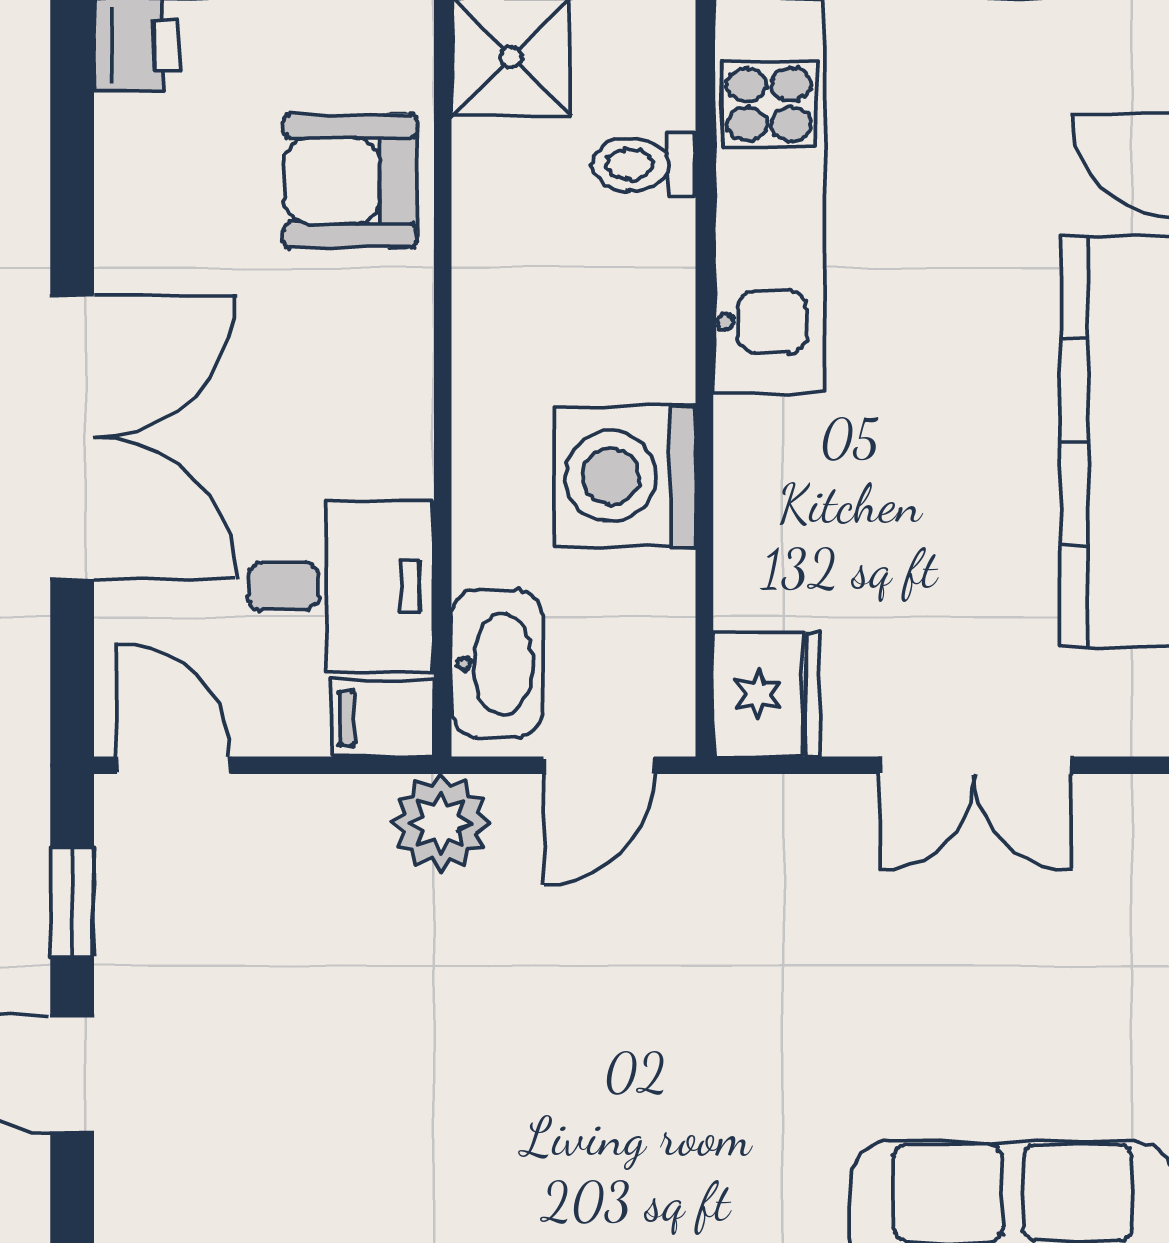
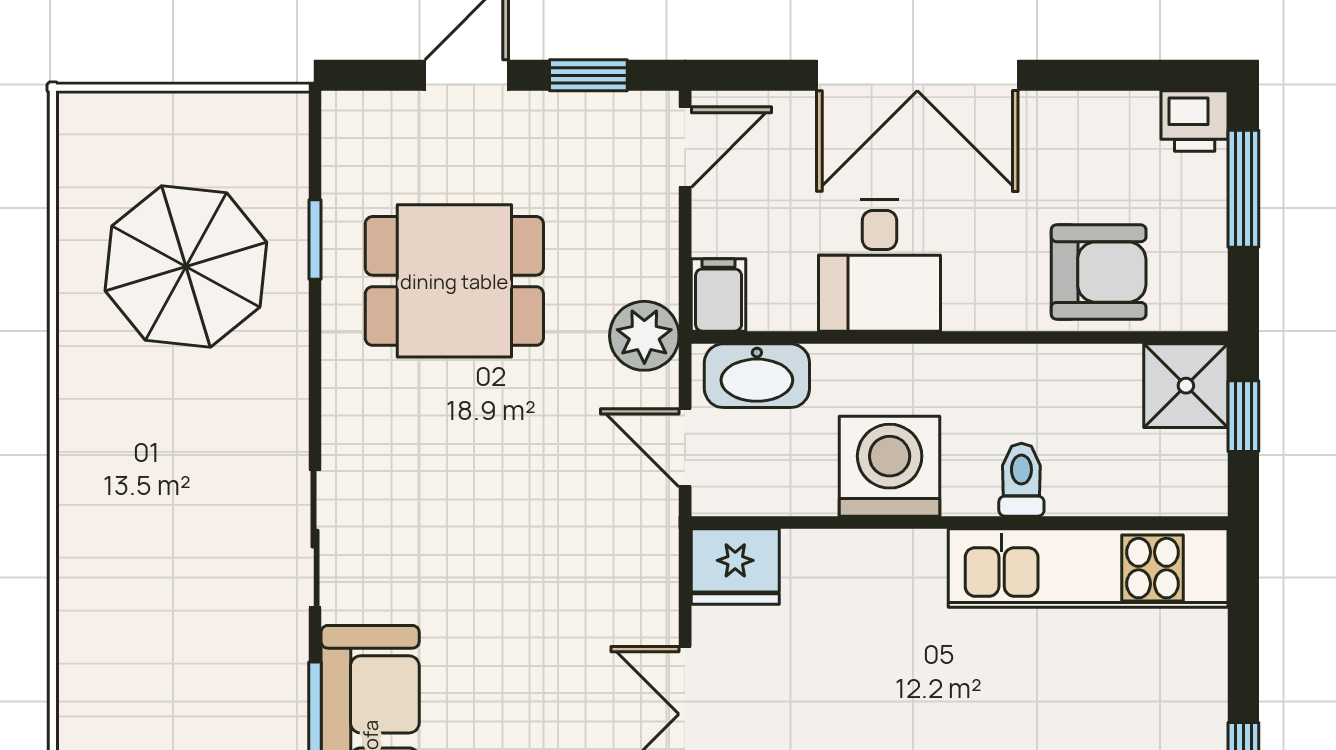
toilet: (644, 165) -> (1021, 480), moved
armchair: (350, 181) -> (1099, 272), turned 90
desk: (341, 586) -> (880, 266), moved
dining table: (363, 1092) -> (454, 281), added

